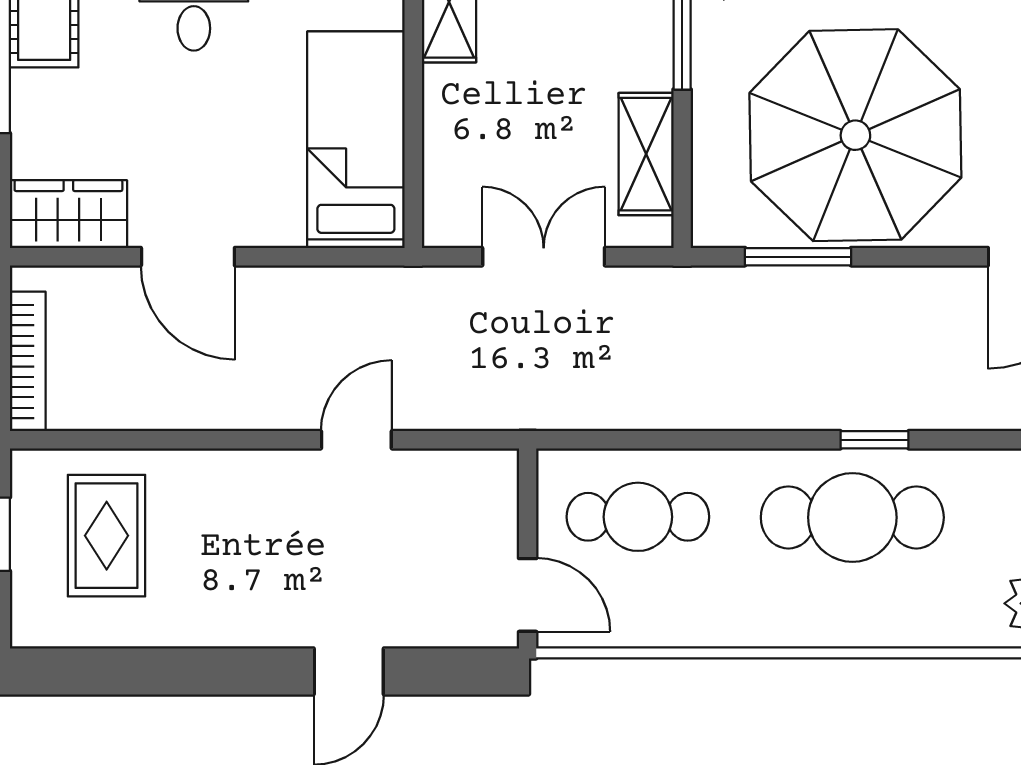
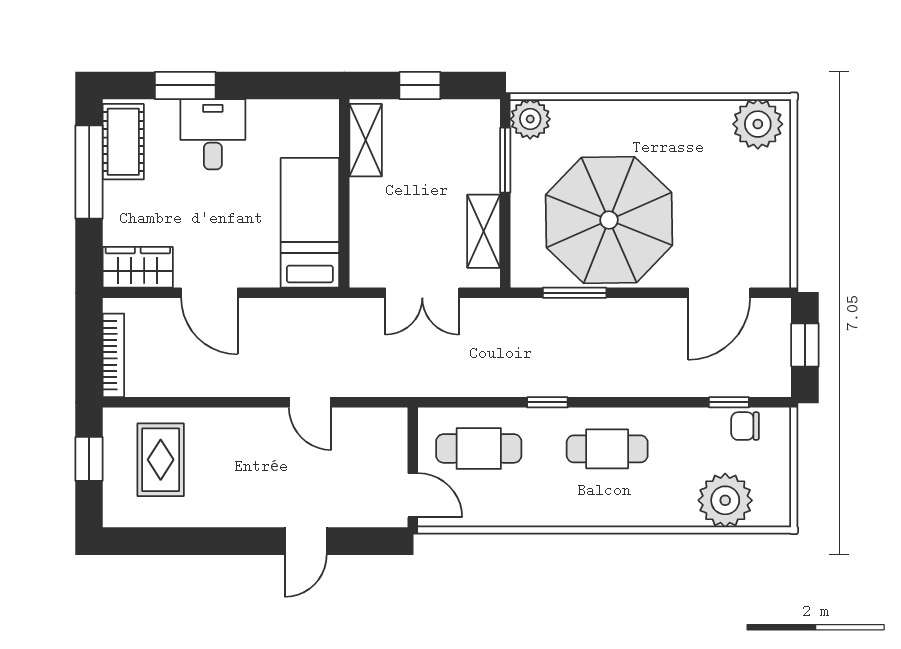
double door: (544, 257) -> (422, 293), swing flipped
door: (356, 440) -> (310, 402), swing flipped
window: (874, 440) -> (547, 402), moved
cafe table: (852, 517) -> (607, 449), width x0.73, depth x0.74

